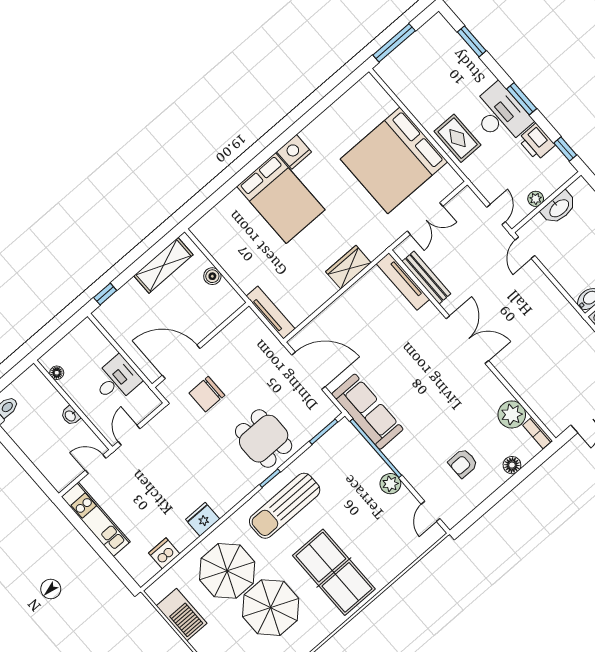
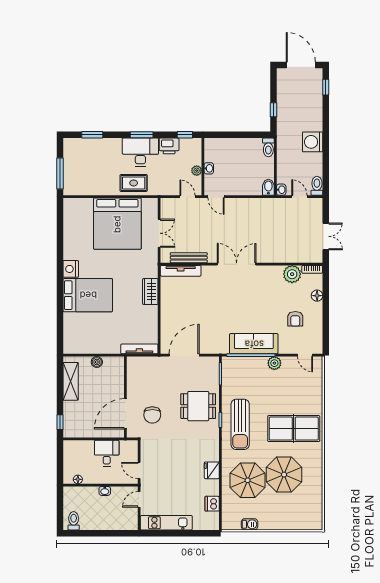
washbasin: (559, 208) -> (209, 168), width x0.52, depth x0.69
sofa: (367, 412) -> (254, 344), moved
barbecue: (182, 615) -> (250, 524), width x0.53, depth x0.65

